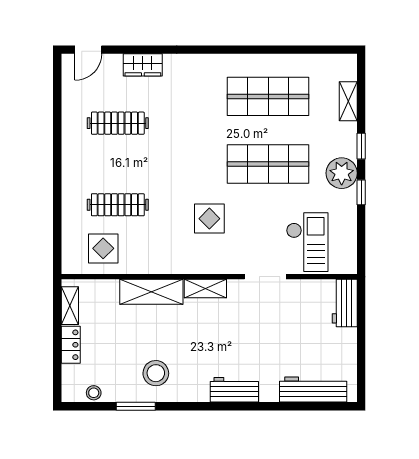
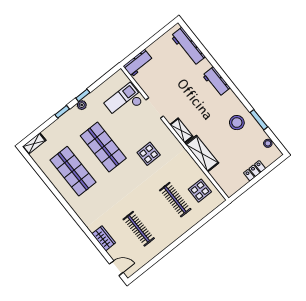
shelving: (348, 101) -> (34, 144), moved
plant: (342, 173) -> (82, 105), width x0.53, depth x0.53
shelving: (70, 306) -> (237, 185), removed

